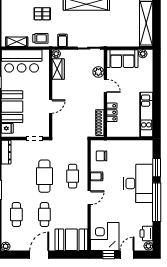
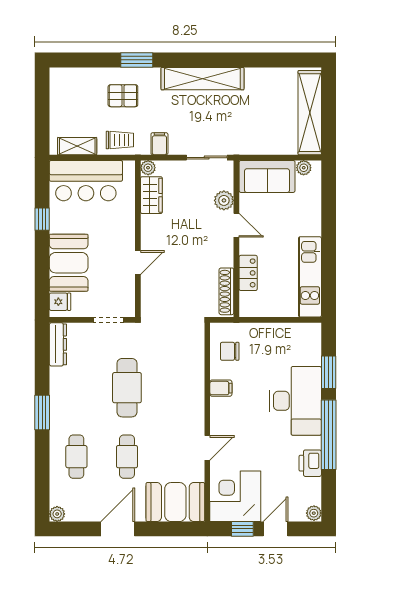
cafe table: (73, 176) -> (178, 388), removed
door: (89, 198) -> (207, 448), moved
printer: (146, 234) -> (310, 463), moved

